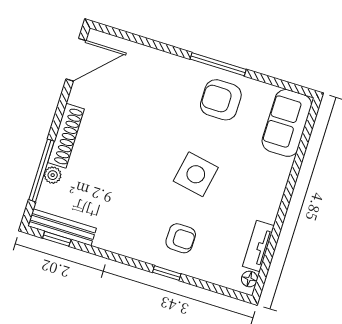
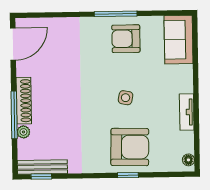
window: (42, 170) -> (14, 115), moved
side table: (196, 174) -> (126, 98), width x0.54, depth x0.54
armchair: (181, 238) -> (130, 147), width x1.88, depth x1.88
tv unit: (258, 246) -> (187, 112), moved

